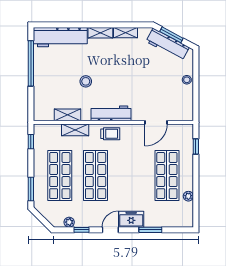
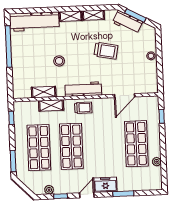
workbench: (168, 44) -> (128, 22), width x0.73
trolley: (138, 72) -> (106, 51), added

